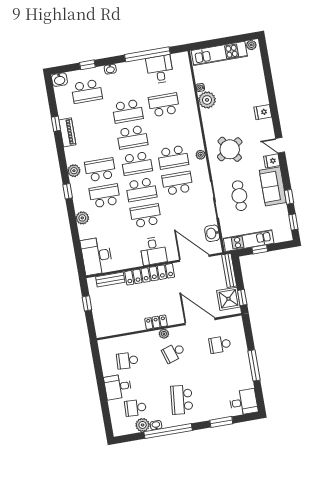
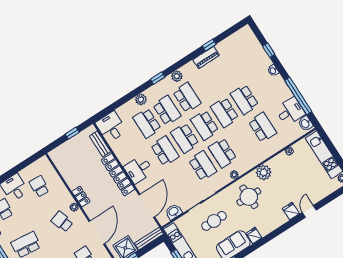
washbasin: (59, 80) -> (305, 123), moved
school desk: (87, 91) -> (147, 123), moved
plant: (207, 100) -> (264, 172), moved
door: (280, 145) -> (309, 211), moved
round table: (230, 149) -> (249, 197), turned 33
desk: (97, 256) -> (111, 127), width x0.73

